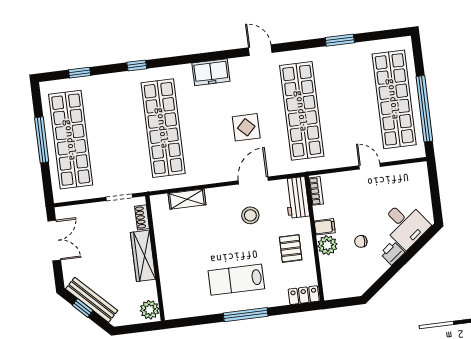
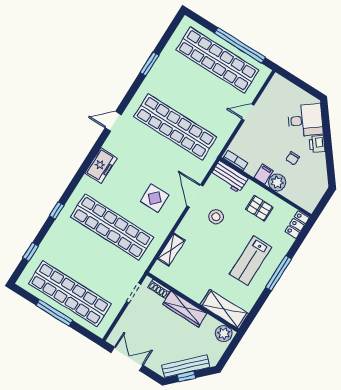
display table: (246, 127) -> (155, 198), moved
shelving: (172, 292) -> (224, 309), added

